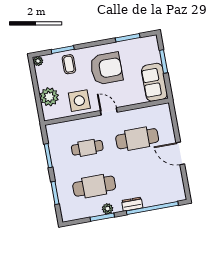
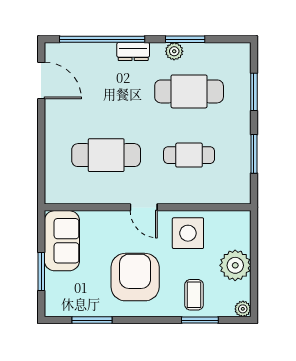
armchair: (106, 68) -> (135, 277), turned 90
plant: (49, 97) -> (235, 265), moved
door: (180, 153) -> (41, 80), moved

